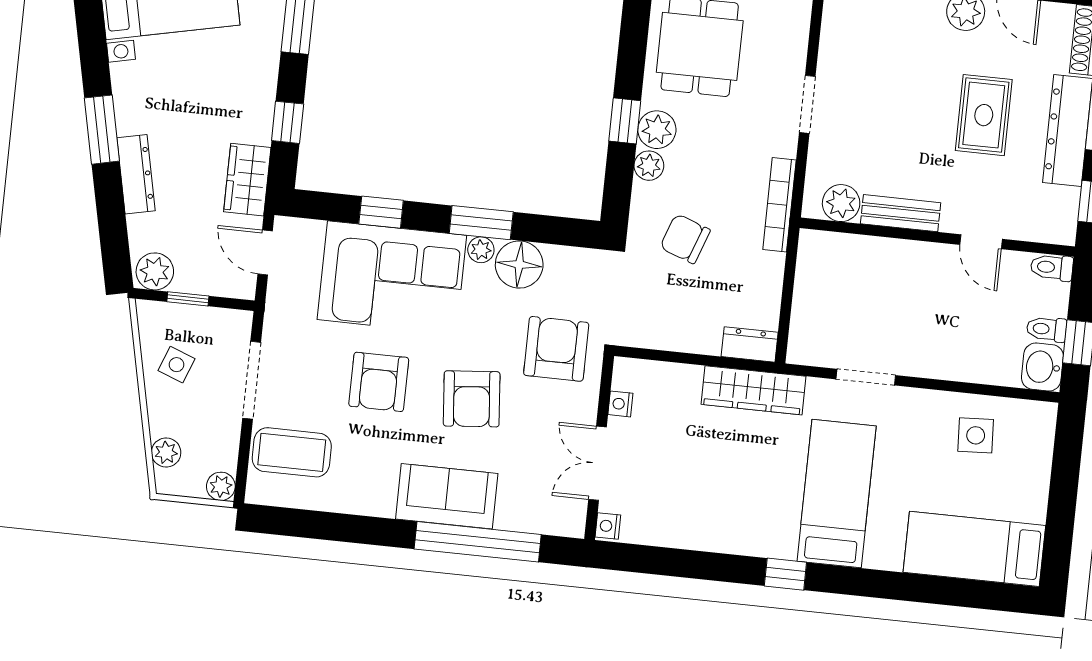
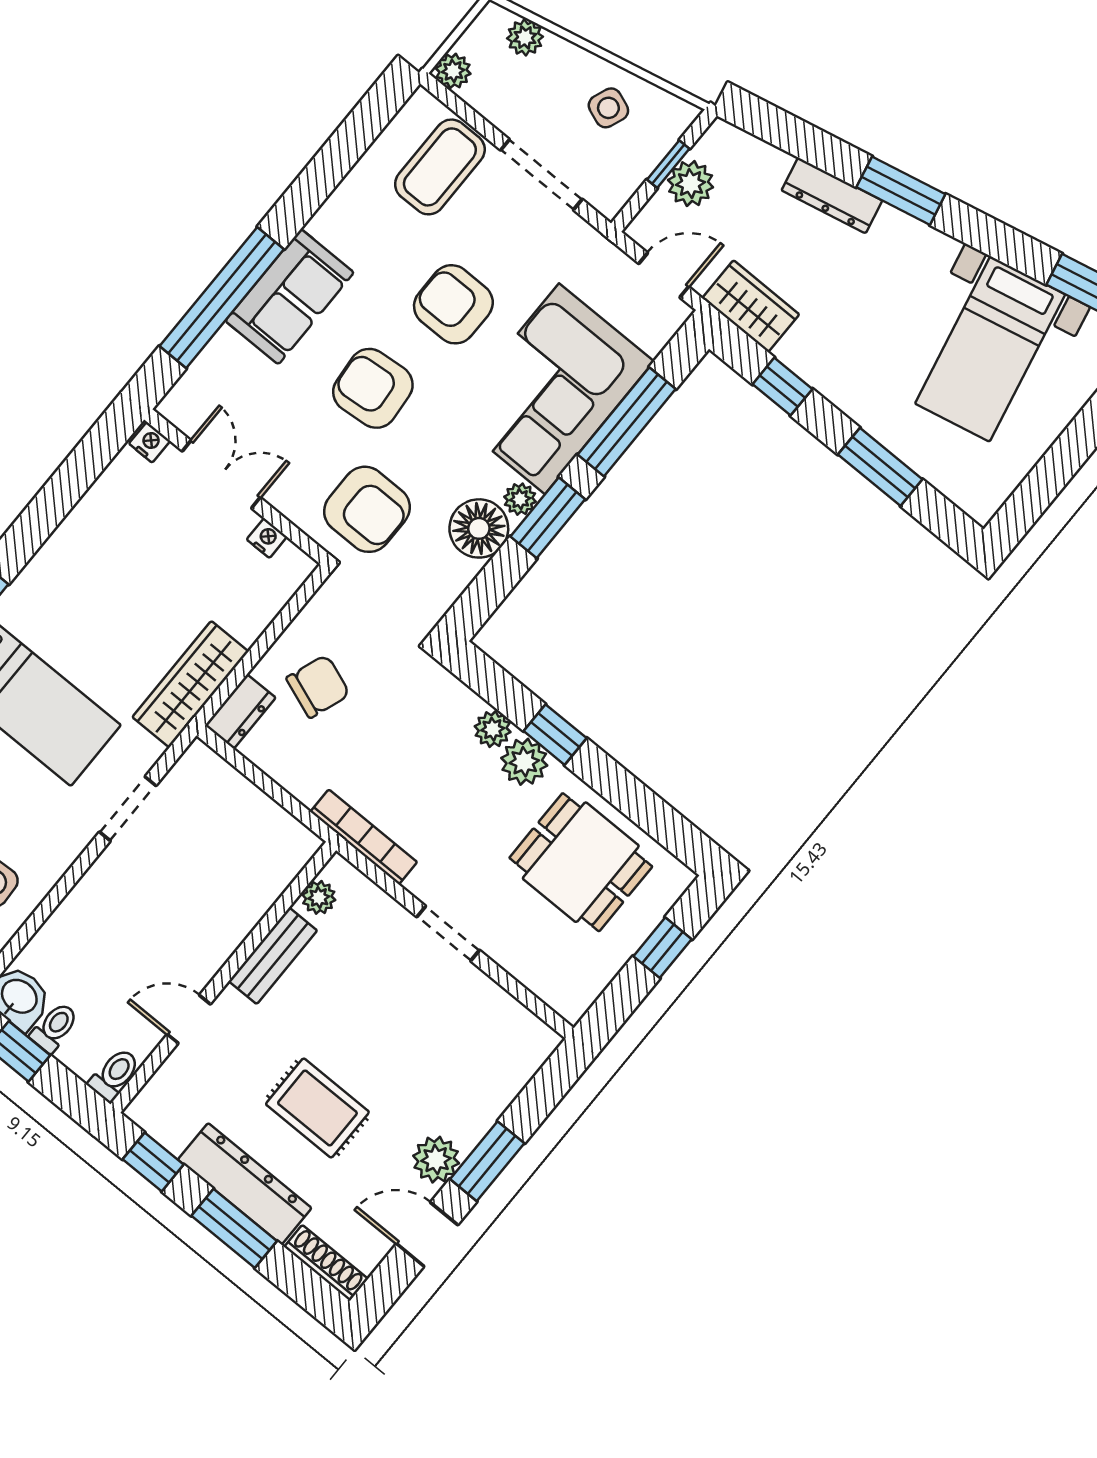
plant: (841, 203) -> (319, 897), width x0.73, depth x0.73
window: (381, 212) -> (627, 422), width x2.17
chair: (685, 239) -> (318, 686), moved
plant: (155, 271) -> (691, 184), moved

